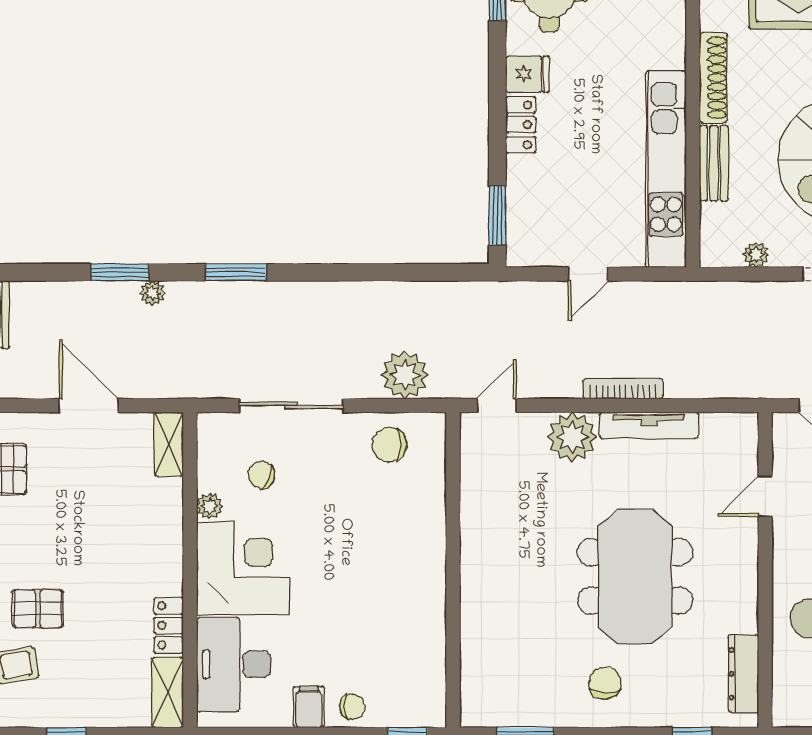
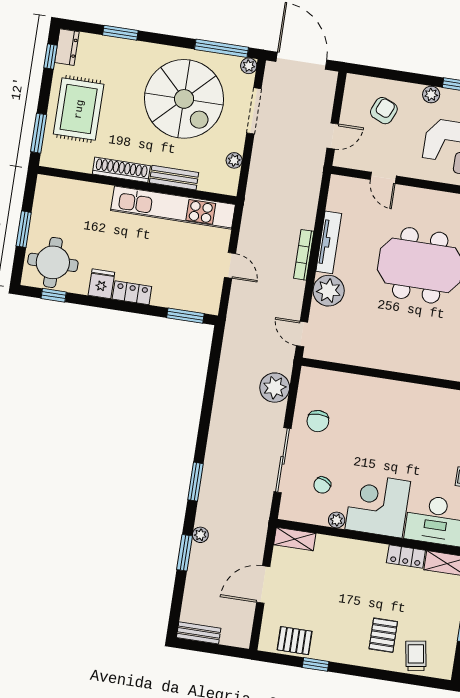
chair: (390, 445) -> (318, 421), moved

